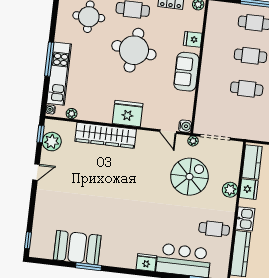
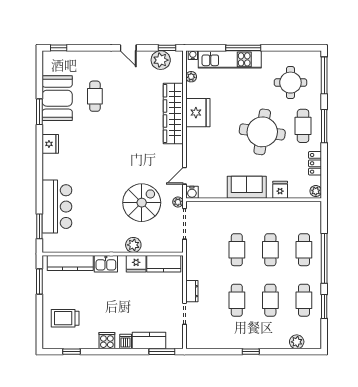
fridge: (128, 114) -> (198, 113), moved
spiral stairs: (189, 177) -> (142, 203), turned -90
cafe table: (214, 229) -> (95, 96), moved
fridge: (146, 263) -> (50, 144), moved

